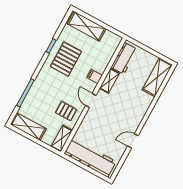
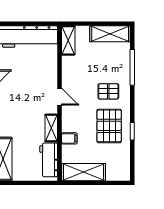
shelving: (87, 26) -> (83, 172), moved
filing cabinet: (95, 76) -> (69, 138), moved
pallet: (66, 111) -> (108, 91), moved

